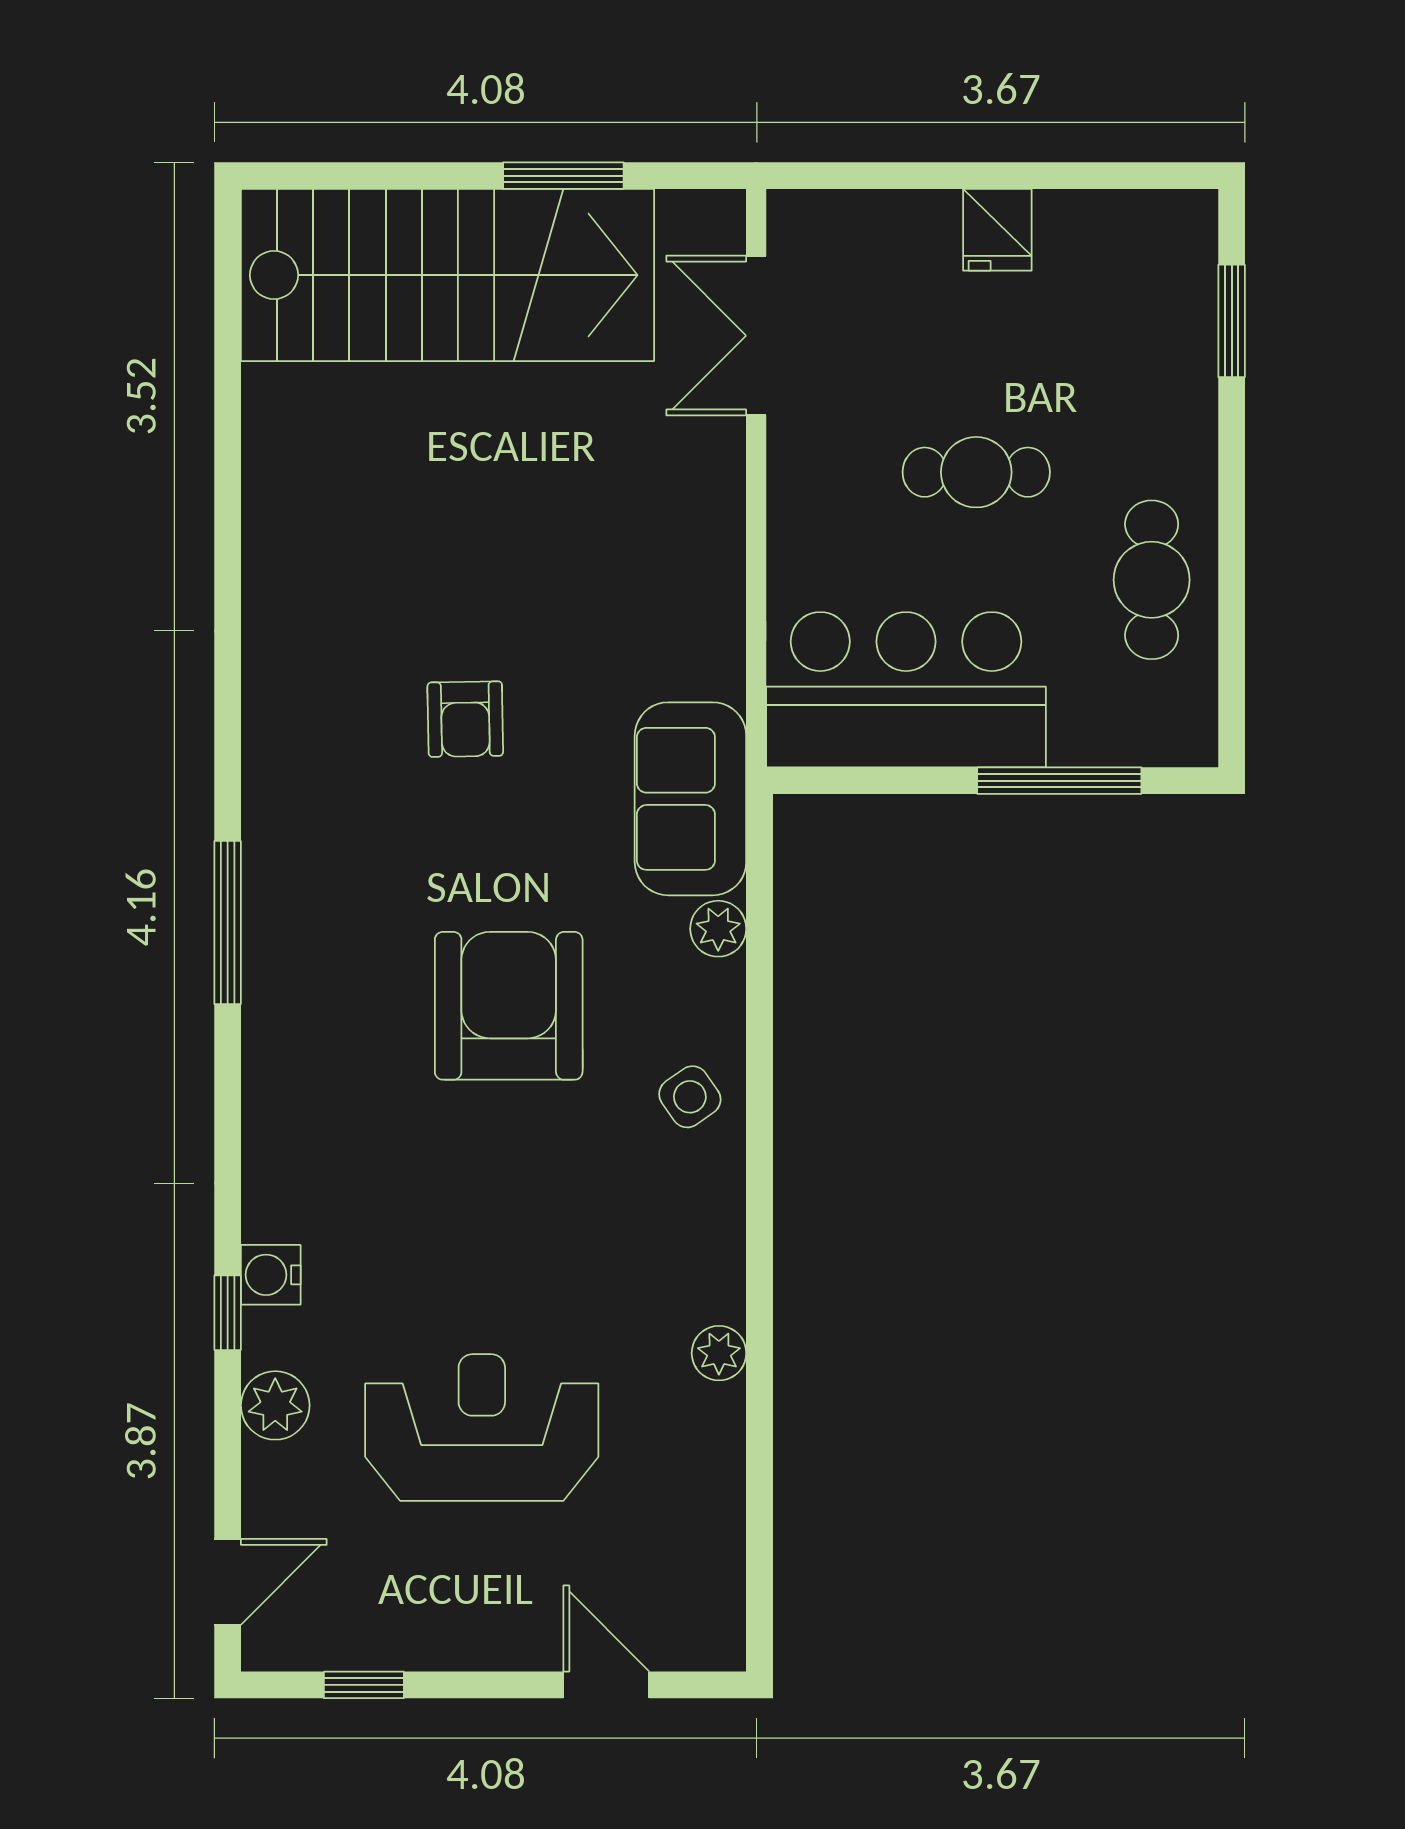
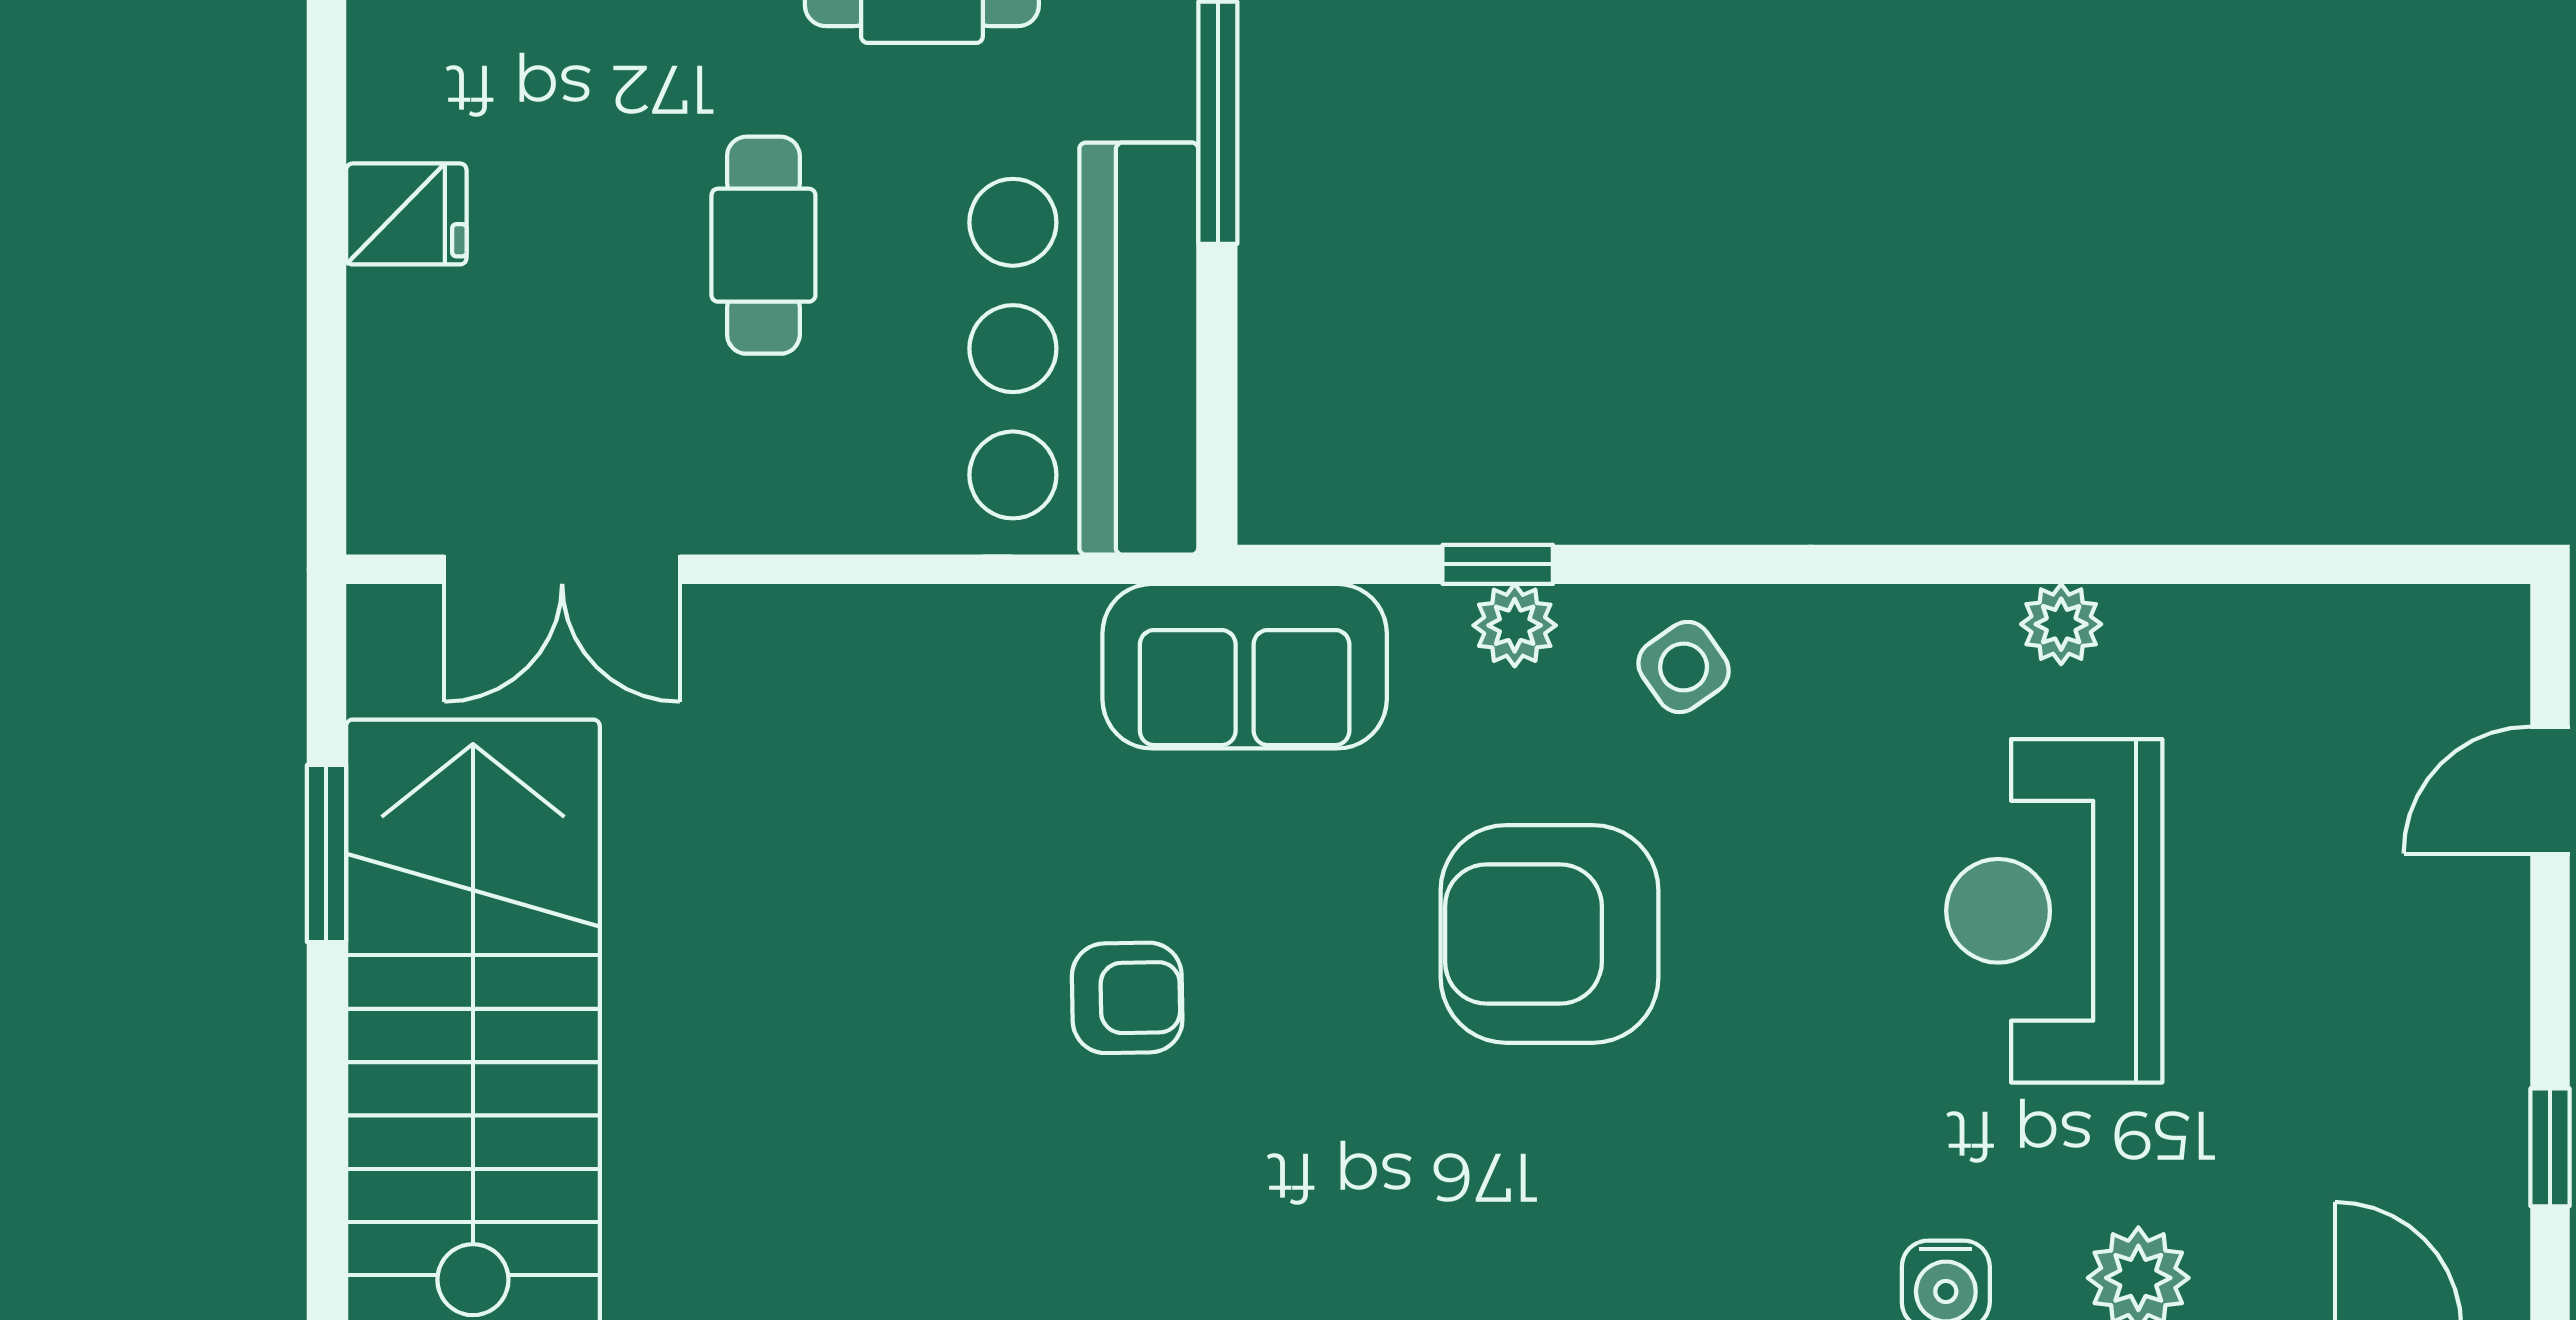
plant: (718, 929) -> (1515, 625), moved
window: (760, 971) -> (1498, 564), added
reception desk: (482, 1427) -> (2054, 911), moved

